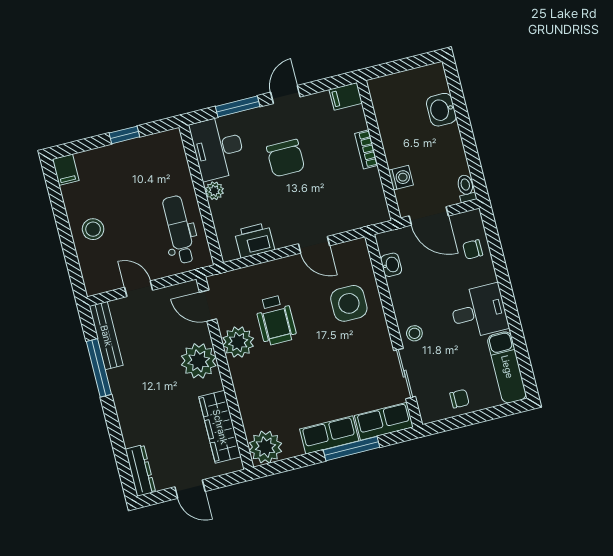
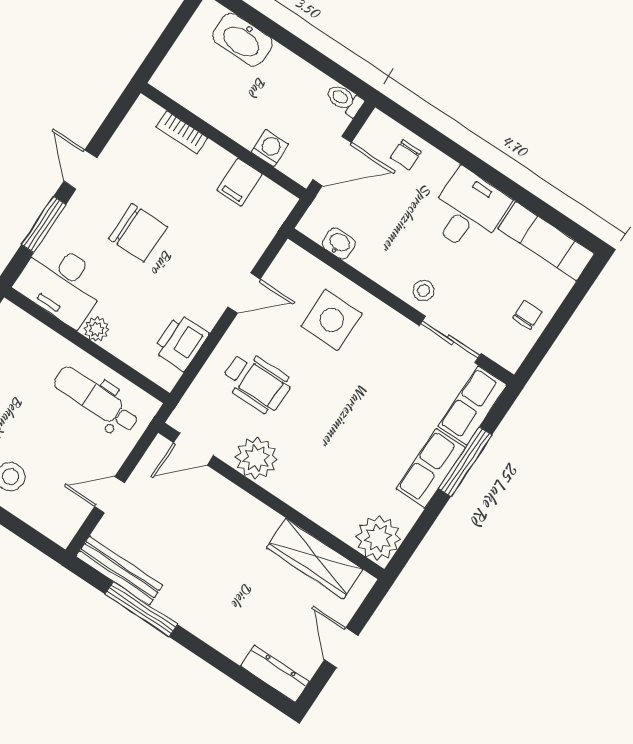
filing cabinet: (346, 96) -> (240, 182), moved
washbasin: (441, 110) -> (242, 40), width x1.38
bookcase: (366, 149) -> (182, 132), moved
wheelchair: (276, 320) -> (257, 382), moved
plant: (199, 361) -> (234, 512), removed
door: (190, 489) -> (341, 648), swing flipped

